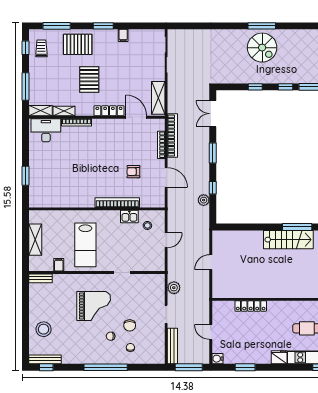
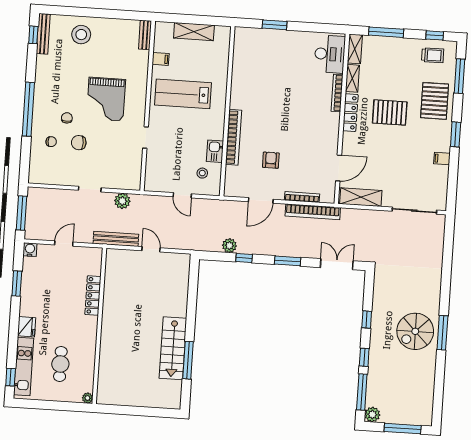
locker: (109, 111) -> (350, 113), moved
bench: (172, 346) -> (116, 239), moved

